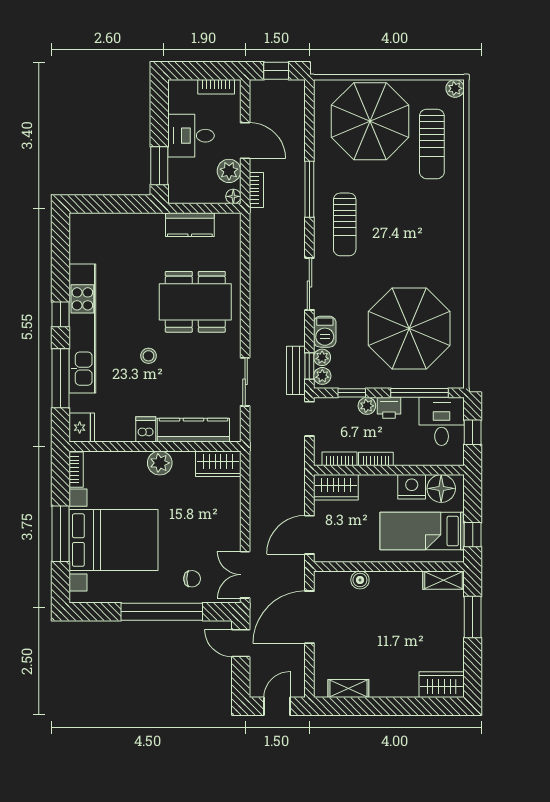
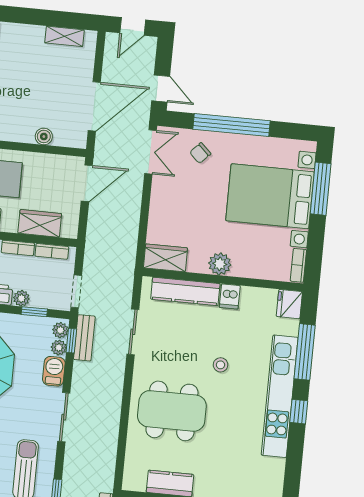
wardrobe: (336, 487) -> (40, 223), moved
window: (60, 534) -> (321, 189), moved
chair: (192, 579) -> (200, 153), turned -46

